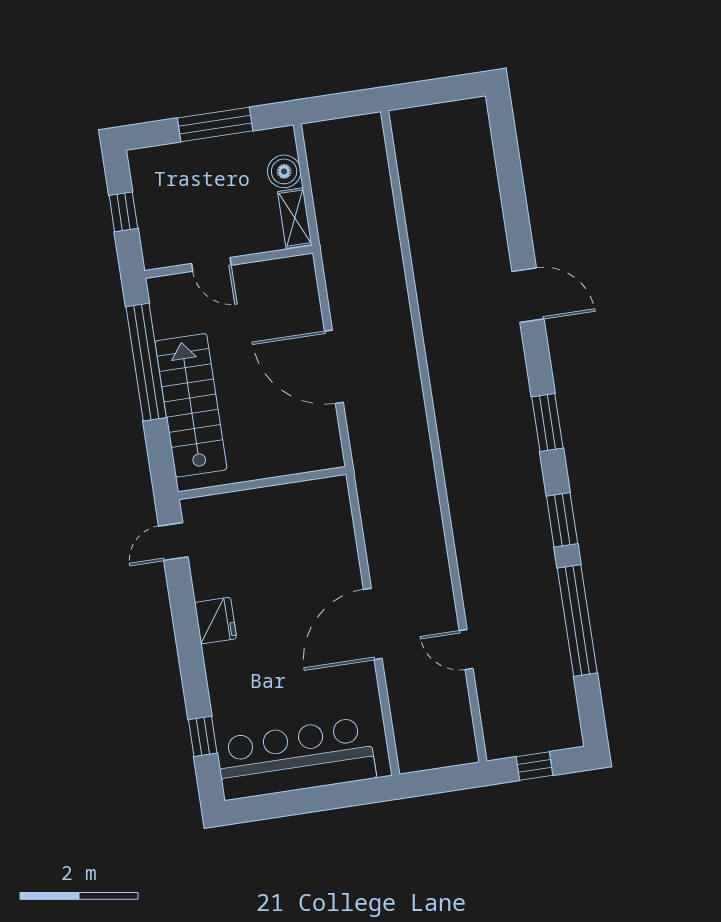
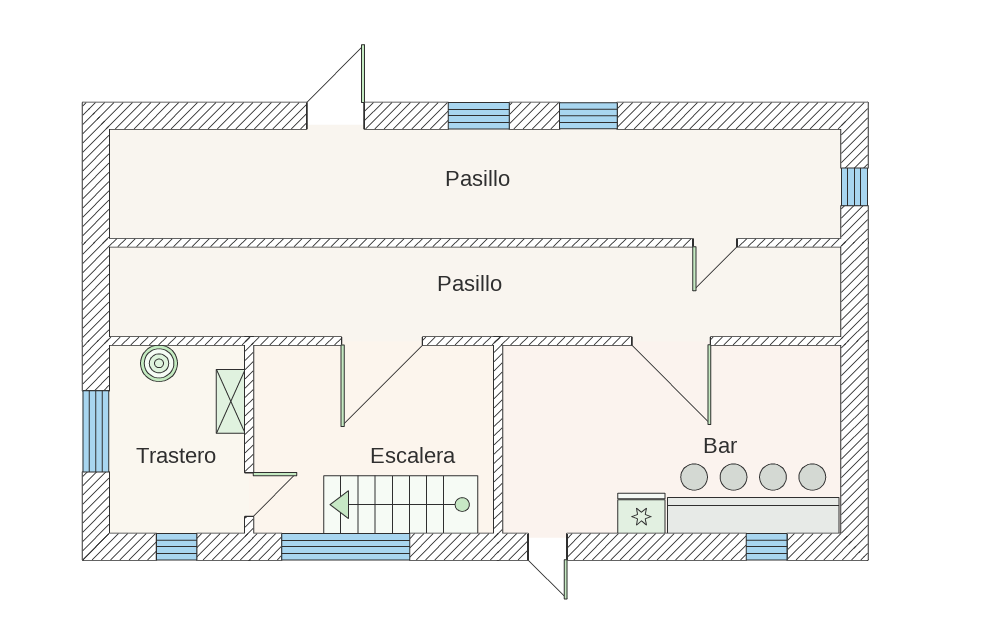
shelving: (295, 218) -> (231, 401), moved, turned 90
door: (211, 264) -> (249, 495), moved
window: (577, 621) -> (702, 116), removed
bar counter: (296, 759) -> (753, 499), moved, turned 90

